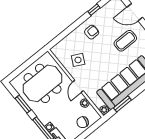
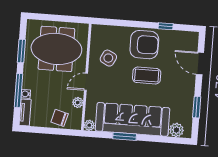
armchair: (92, 32) -> (144, 45), width x1.88, depth x1.88
coffee table: (125, 41) -> (147, 76), moved
window: (122, 104) -> (125, 136), moved

